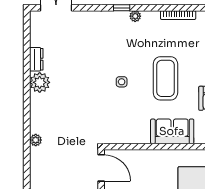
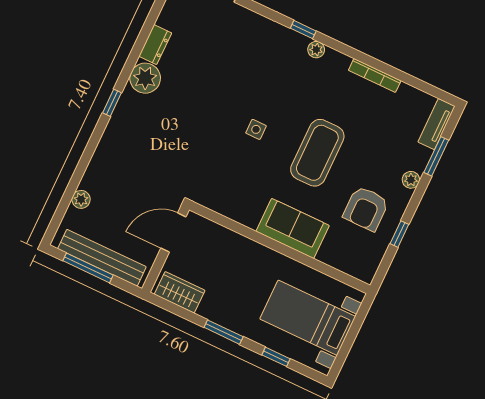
window: (27, 107) -> (112, 103), added
plant: (36, 140) -> (81, 199), moved
door: (101, 168) -> (173, 232), swing flipped

